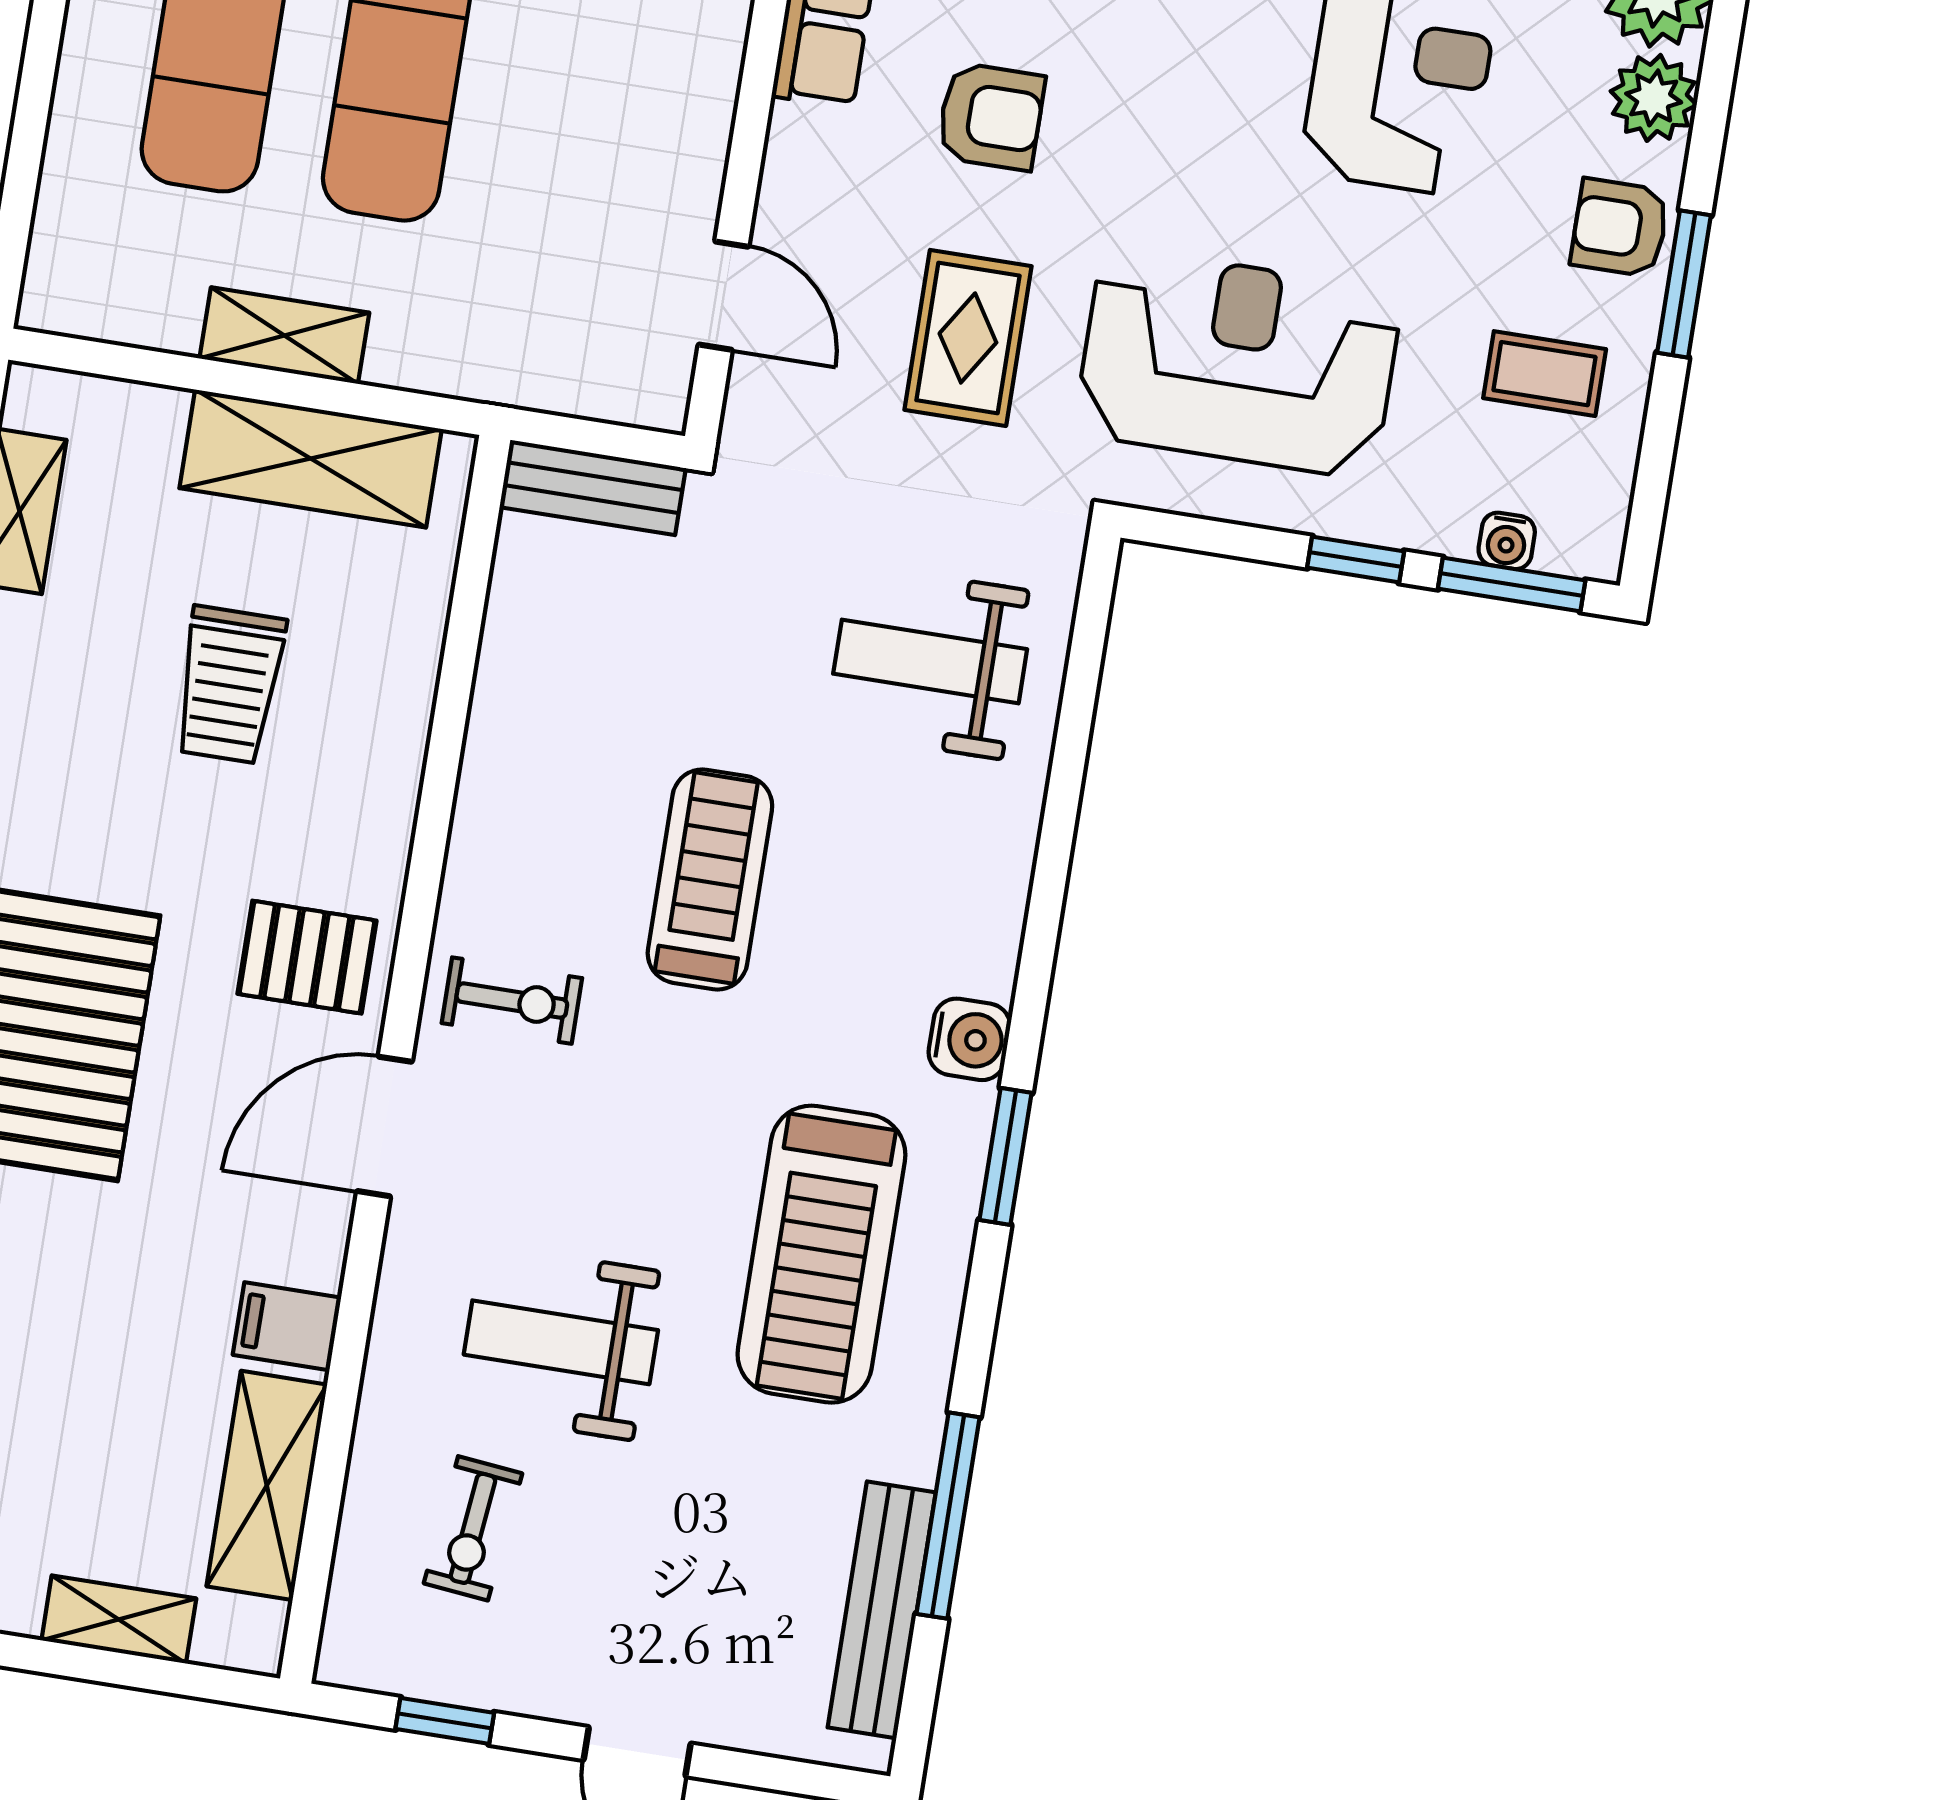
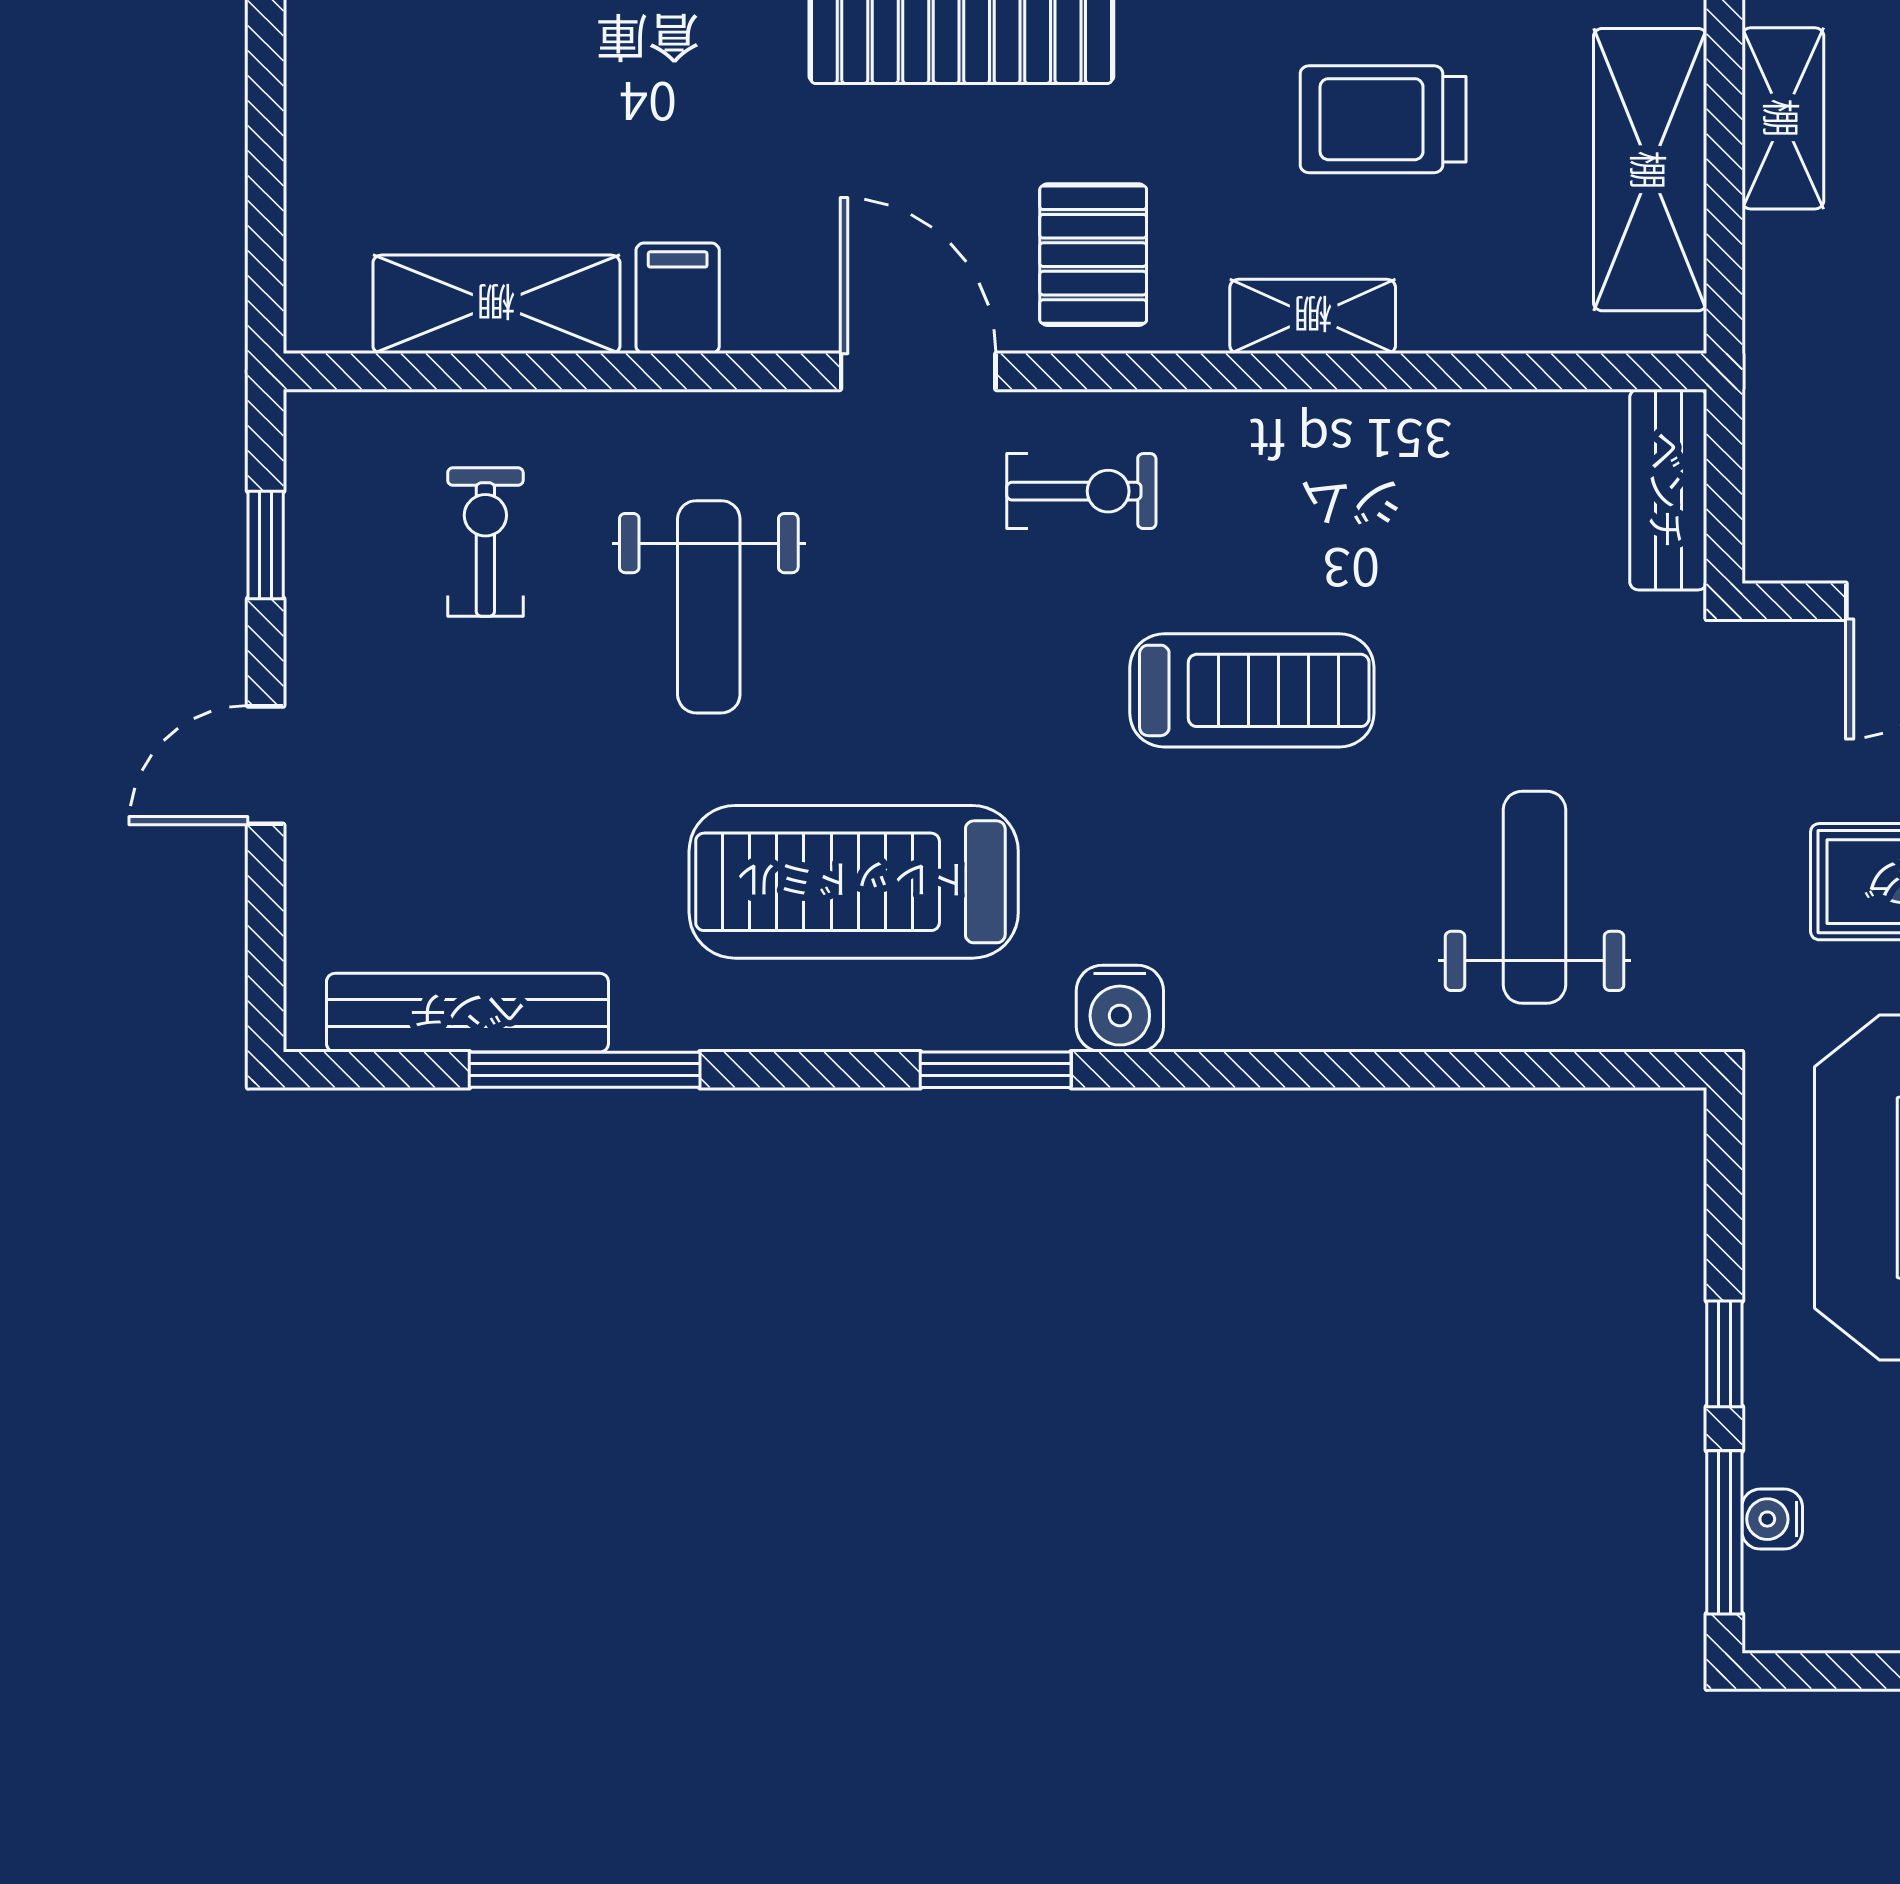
exercise bike: (512, 1001) -> (1081, 491), turned -90
weight bench: (561, 1342) -> (709, 607), turned 180
exercise bike: (473, 1528) -> (485, 542), turned 84
shelving: (119, 1619) -> (1313, 316), moved, turned 90

